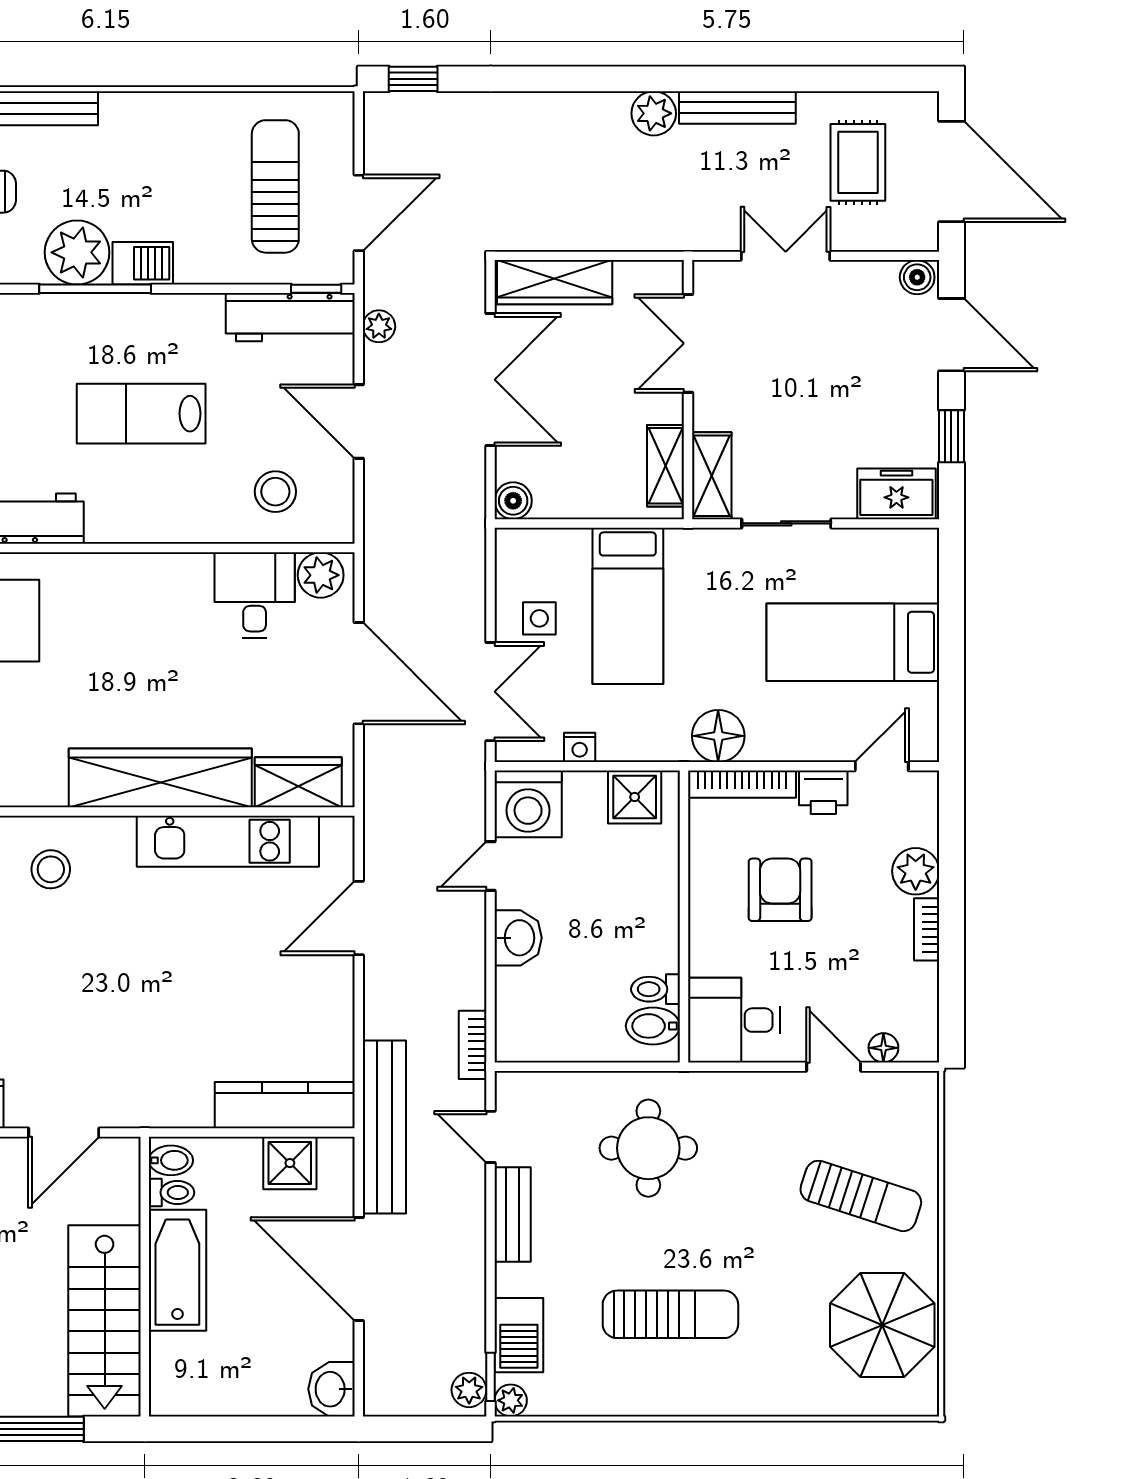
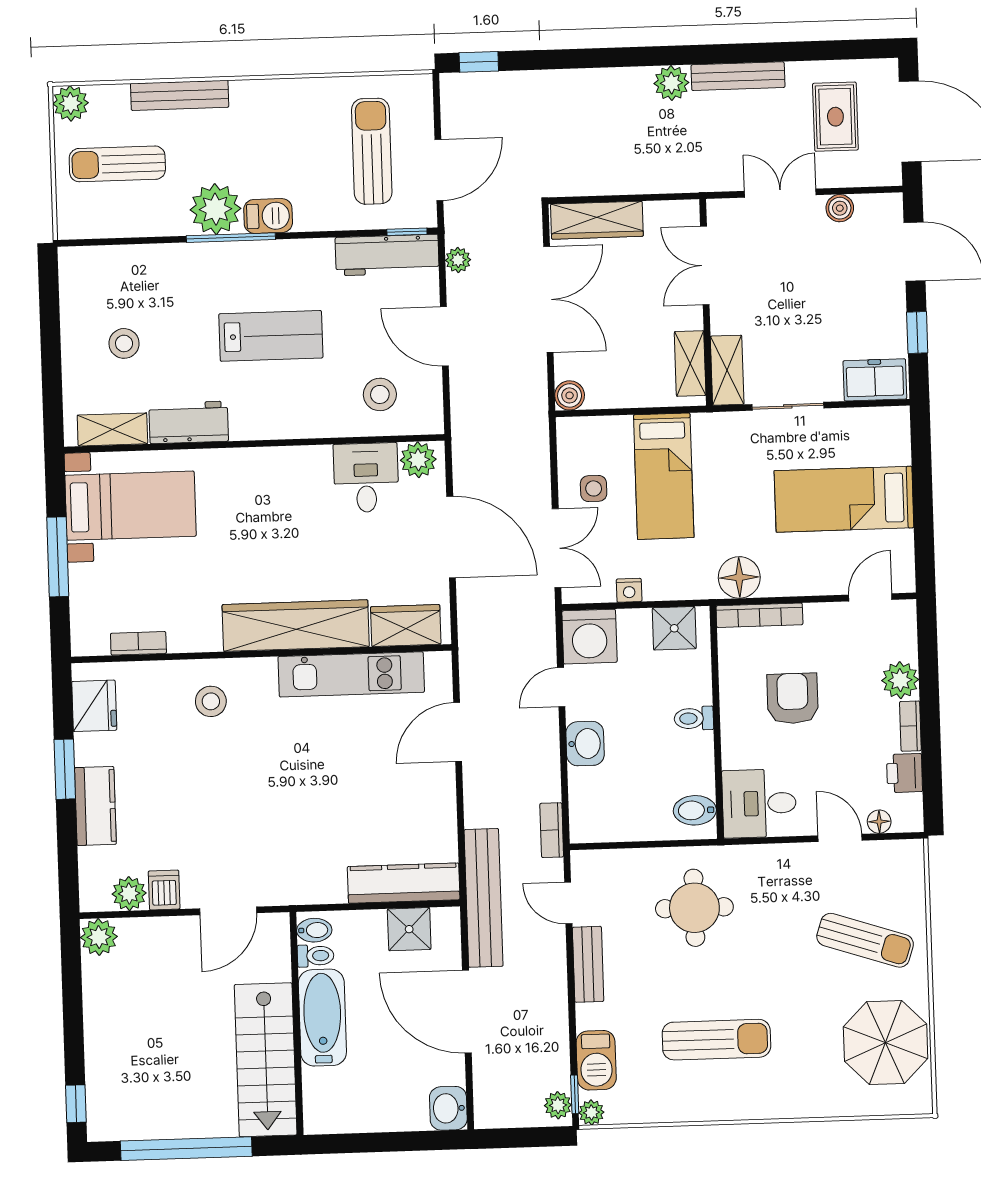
boiler: (917, 277) -> (840, 208), moved
lab bench: (141, 414) -> (271, 336), turned 180
printer: (823, 792) -> (904, 773), moved, turned 90
toilet: (655, 989) -> (694, 718), moved

